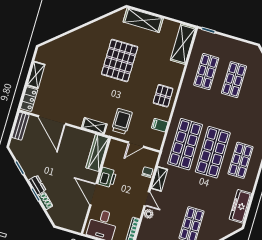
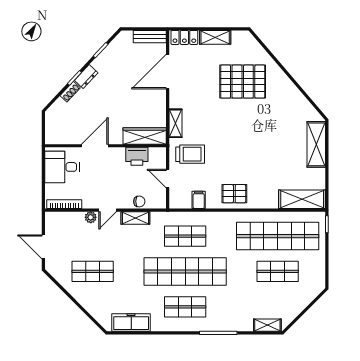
pallet: (120, 60) -> (243, 82), moved
shop shelf: (206, 72) -> (278, 236), width x2.00, depth x1.36
shop shelf: (185, 144) -> (185, 236), width x0.70, depth x0.74
shop shelf: (213, 152) -> (185, 271), width x1.40
printer: (107, 177) -> (137, 156), moved

